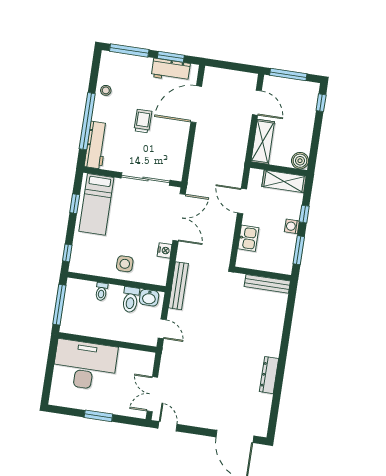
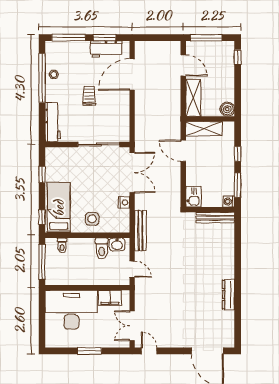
window: (87, 121) -> (42, 78), moved
shelving: (284, 181) -> (204, 129), moved
bed: (96, 204) -> (59, 208), moved, turned 180
washing machine: (292, 226) -> (229, 201), moved
kitchen sink: (248, 238) -> (193, 197), moved
toilet: (101, 292) -> (62, 245), moved
filing cabinet: (132, 358) -> (110, 298), added

